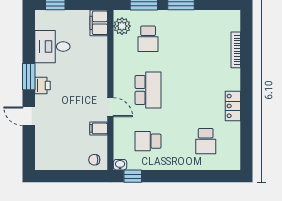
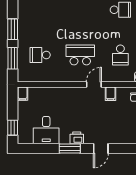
filing cabinet: (99, 23) -> (23, 94), width x0.50
plant: (122, 26) -> (30, 75), removed
school desk: (148, 39) -> (40, 55), turned 180

